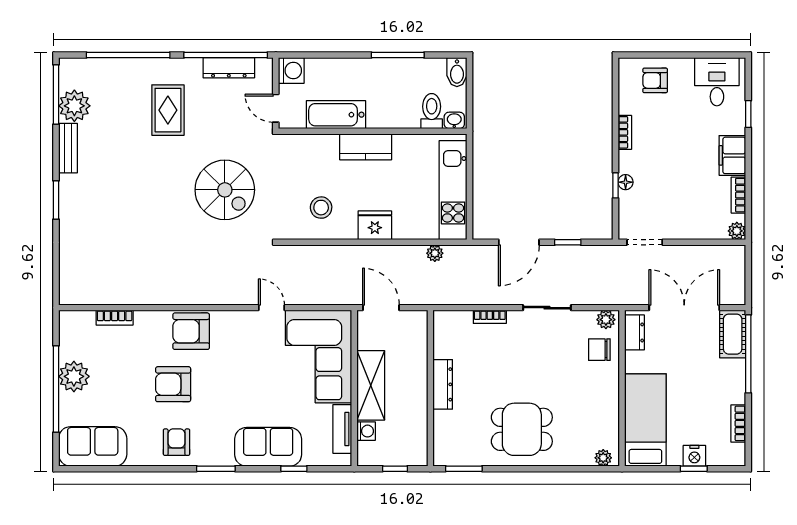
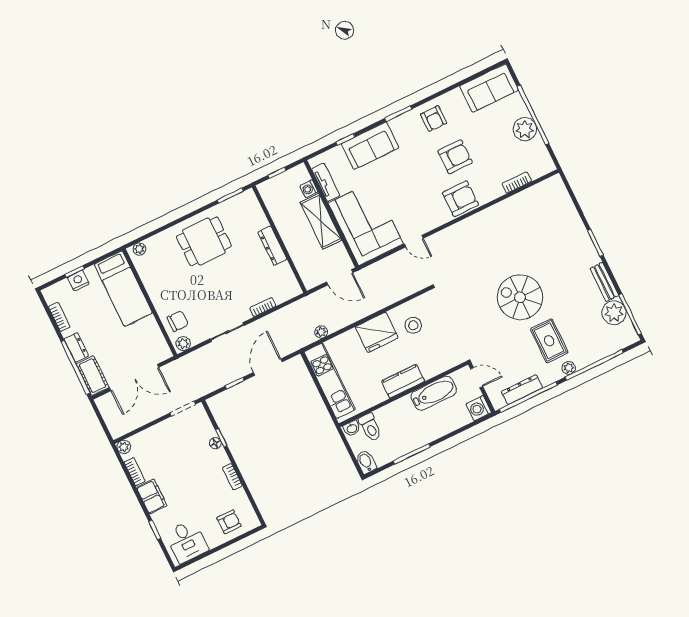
plant: (160, 66) -> (569, 368), added
spiral stairs: (225, 190) -> (520, 297), moved
fridge: (375, 225) -> (377, 332), width x1.36, depth x1.34
dresser: (634, 332) -> (76, 347), moved, turned 180

